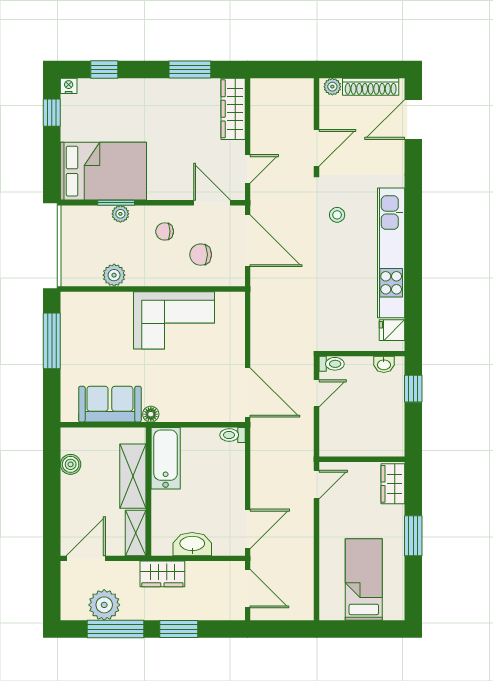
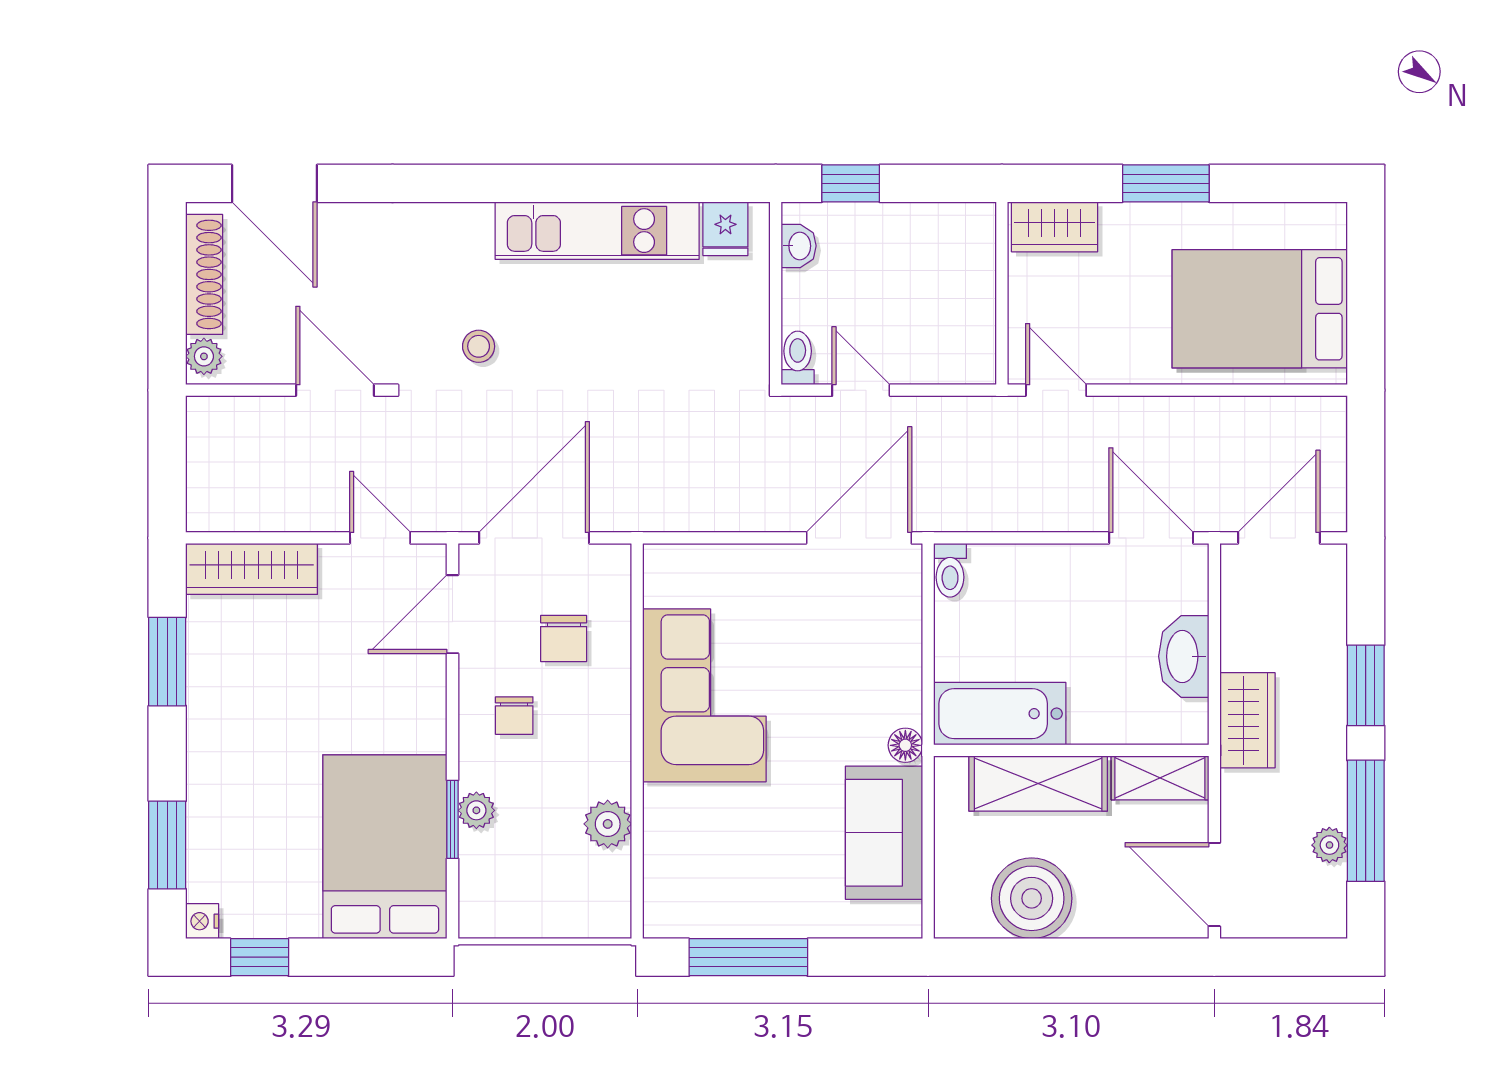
window: (104, 69) -> (167, 845), width x1.50
kitchen unit: (391, 253) -> (597, 231), width x0.73
boiler: (71, 464) -> (1032, 898), width x1.86, depth x1.86
bed: (364, 580) -> (1260, 309), width x1.50
plant: (104, 605) -> (1329, 845), width x0.53, depth x0.53

